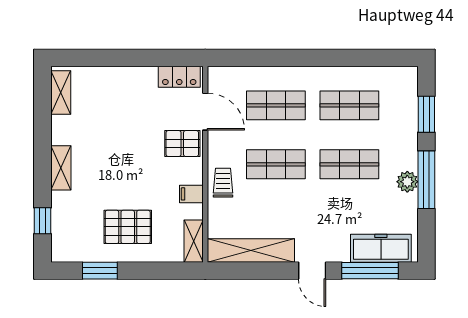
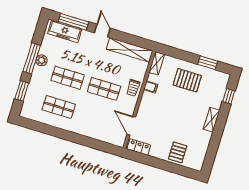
shelving: (61, 92) -> (200, 157), removed
shop shelf: (276, 105) -> (95, 118), removed
pallet: (182, 144) -> (178, 152), moved, turned 90

